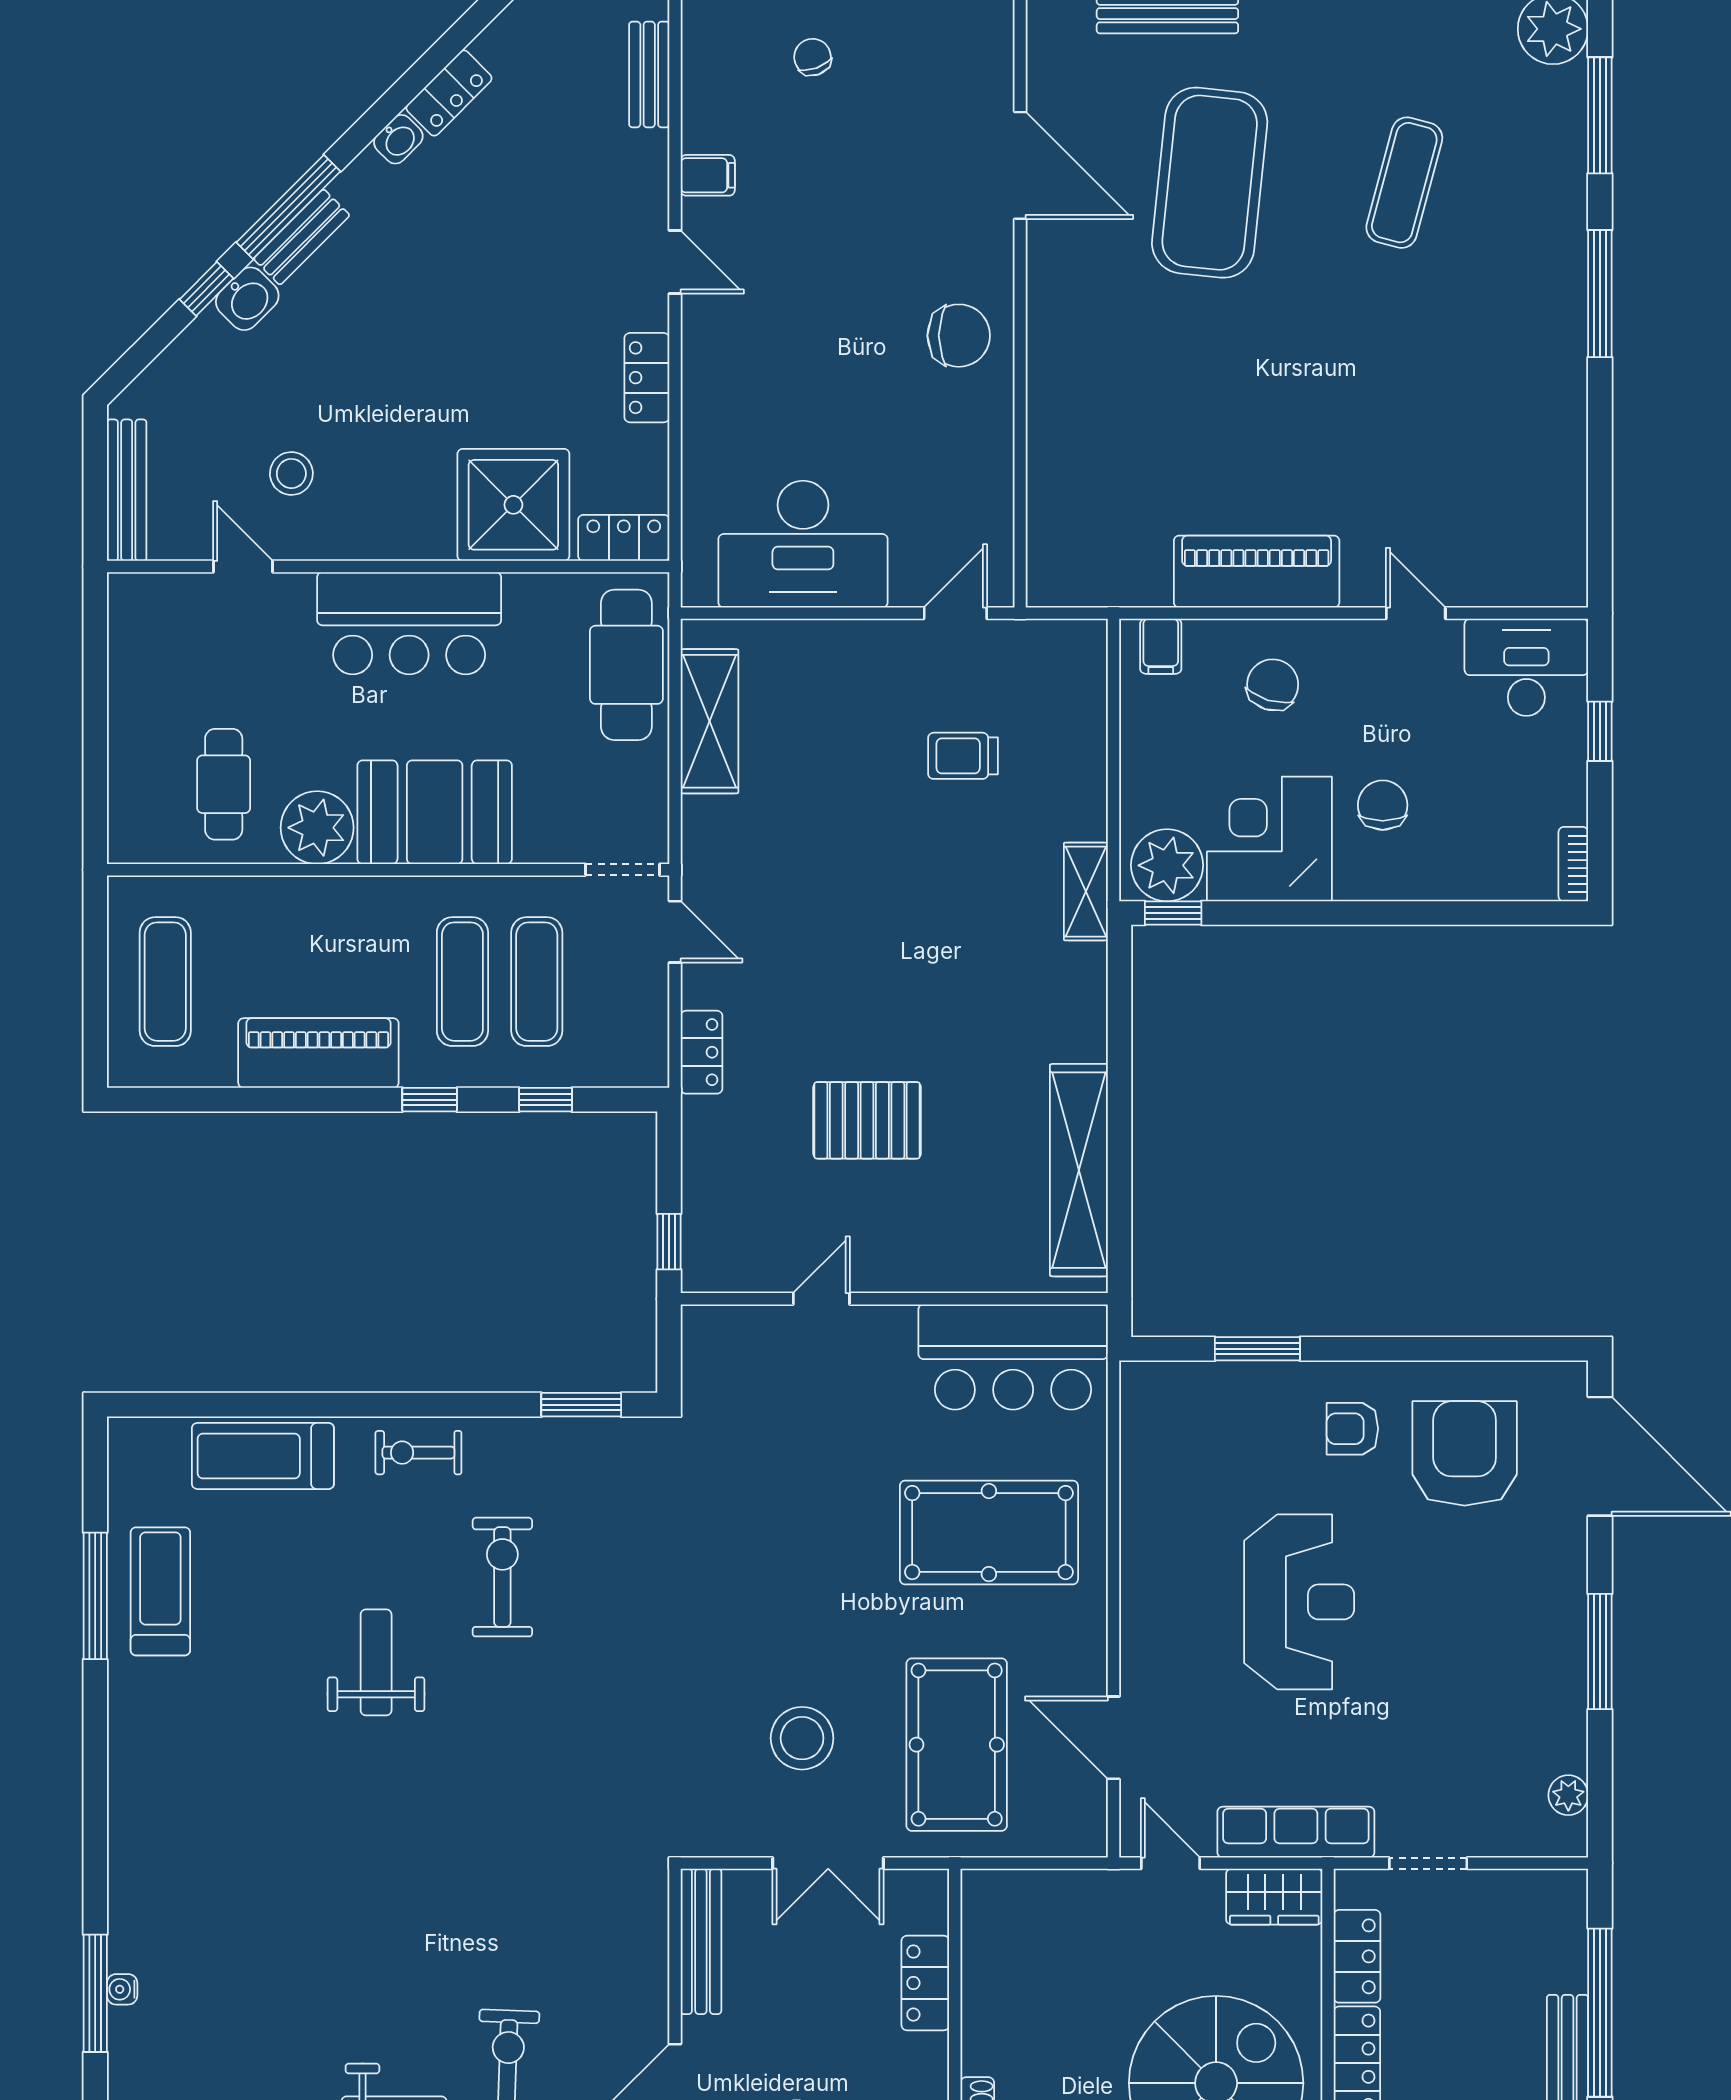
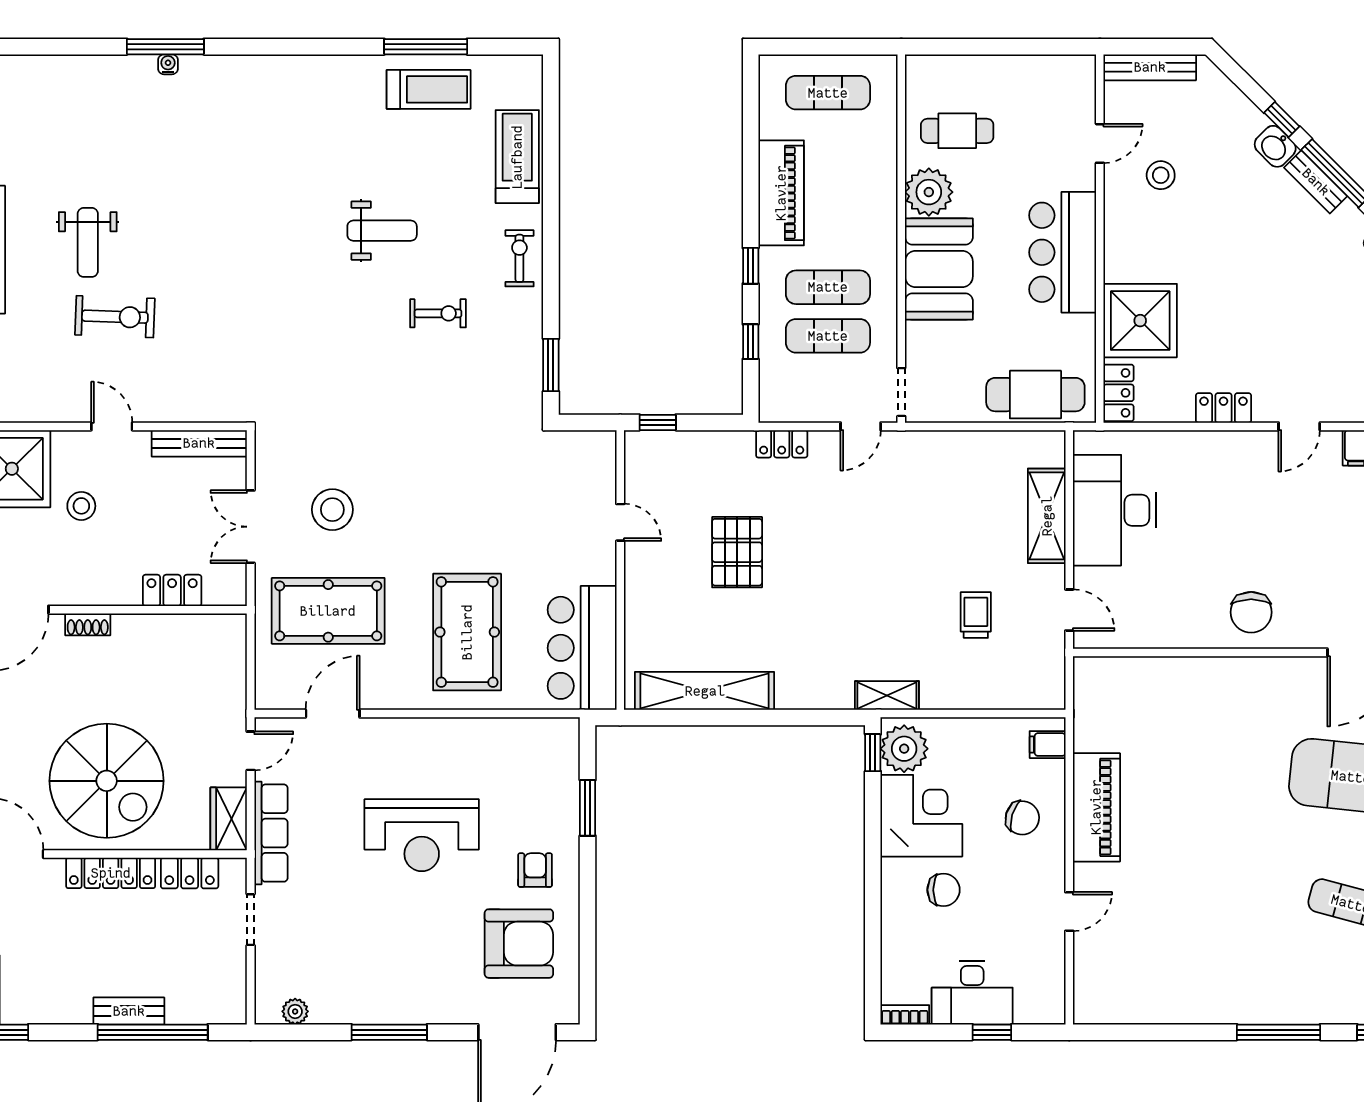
desk: (1526, 667) -> (972, 993), moved, turned 90
shelving: (709, 721) -> (1047, 516), moved, turned 90
exercise bike: (502, 1577) -> (438, 313), width x0.73, depth x0.72

